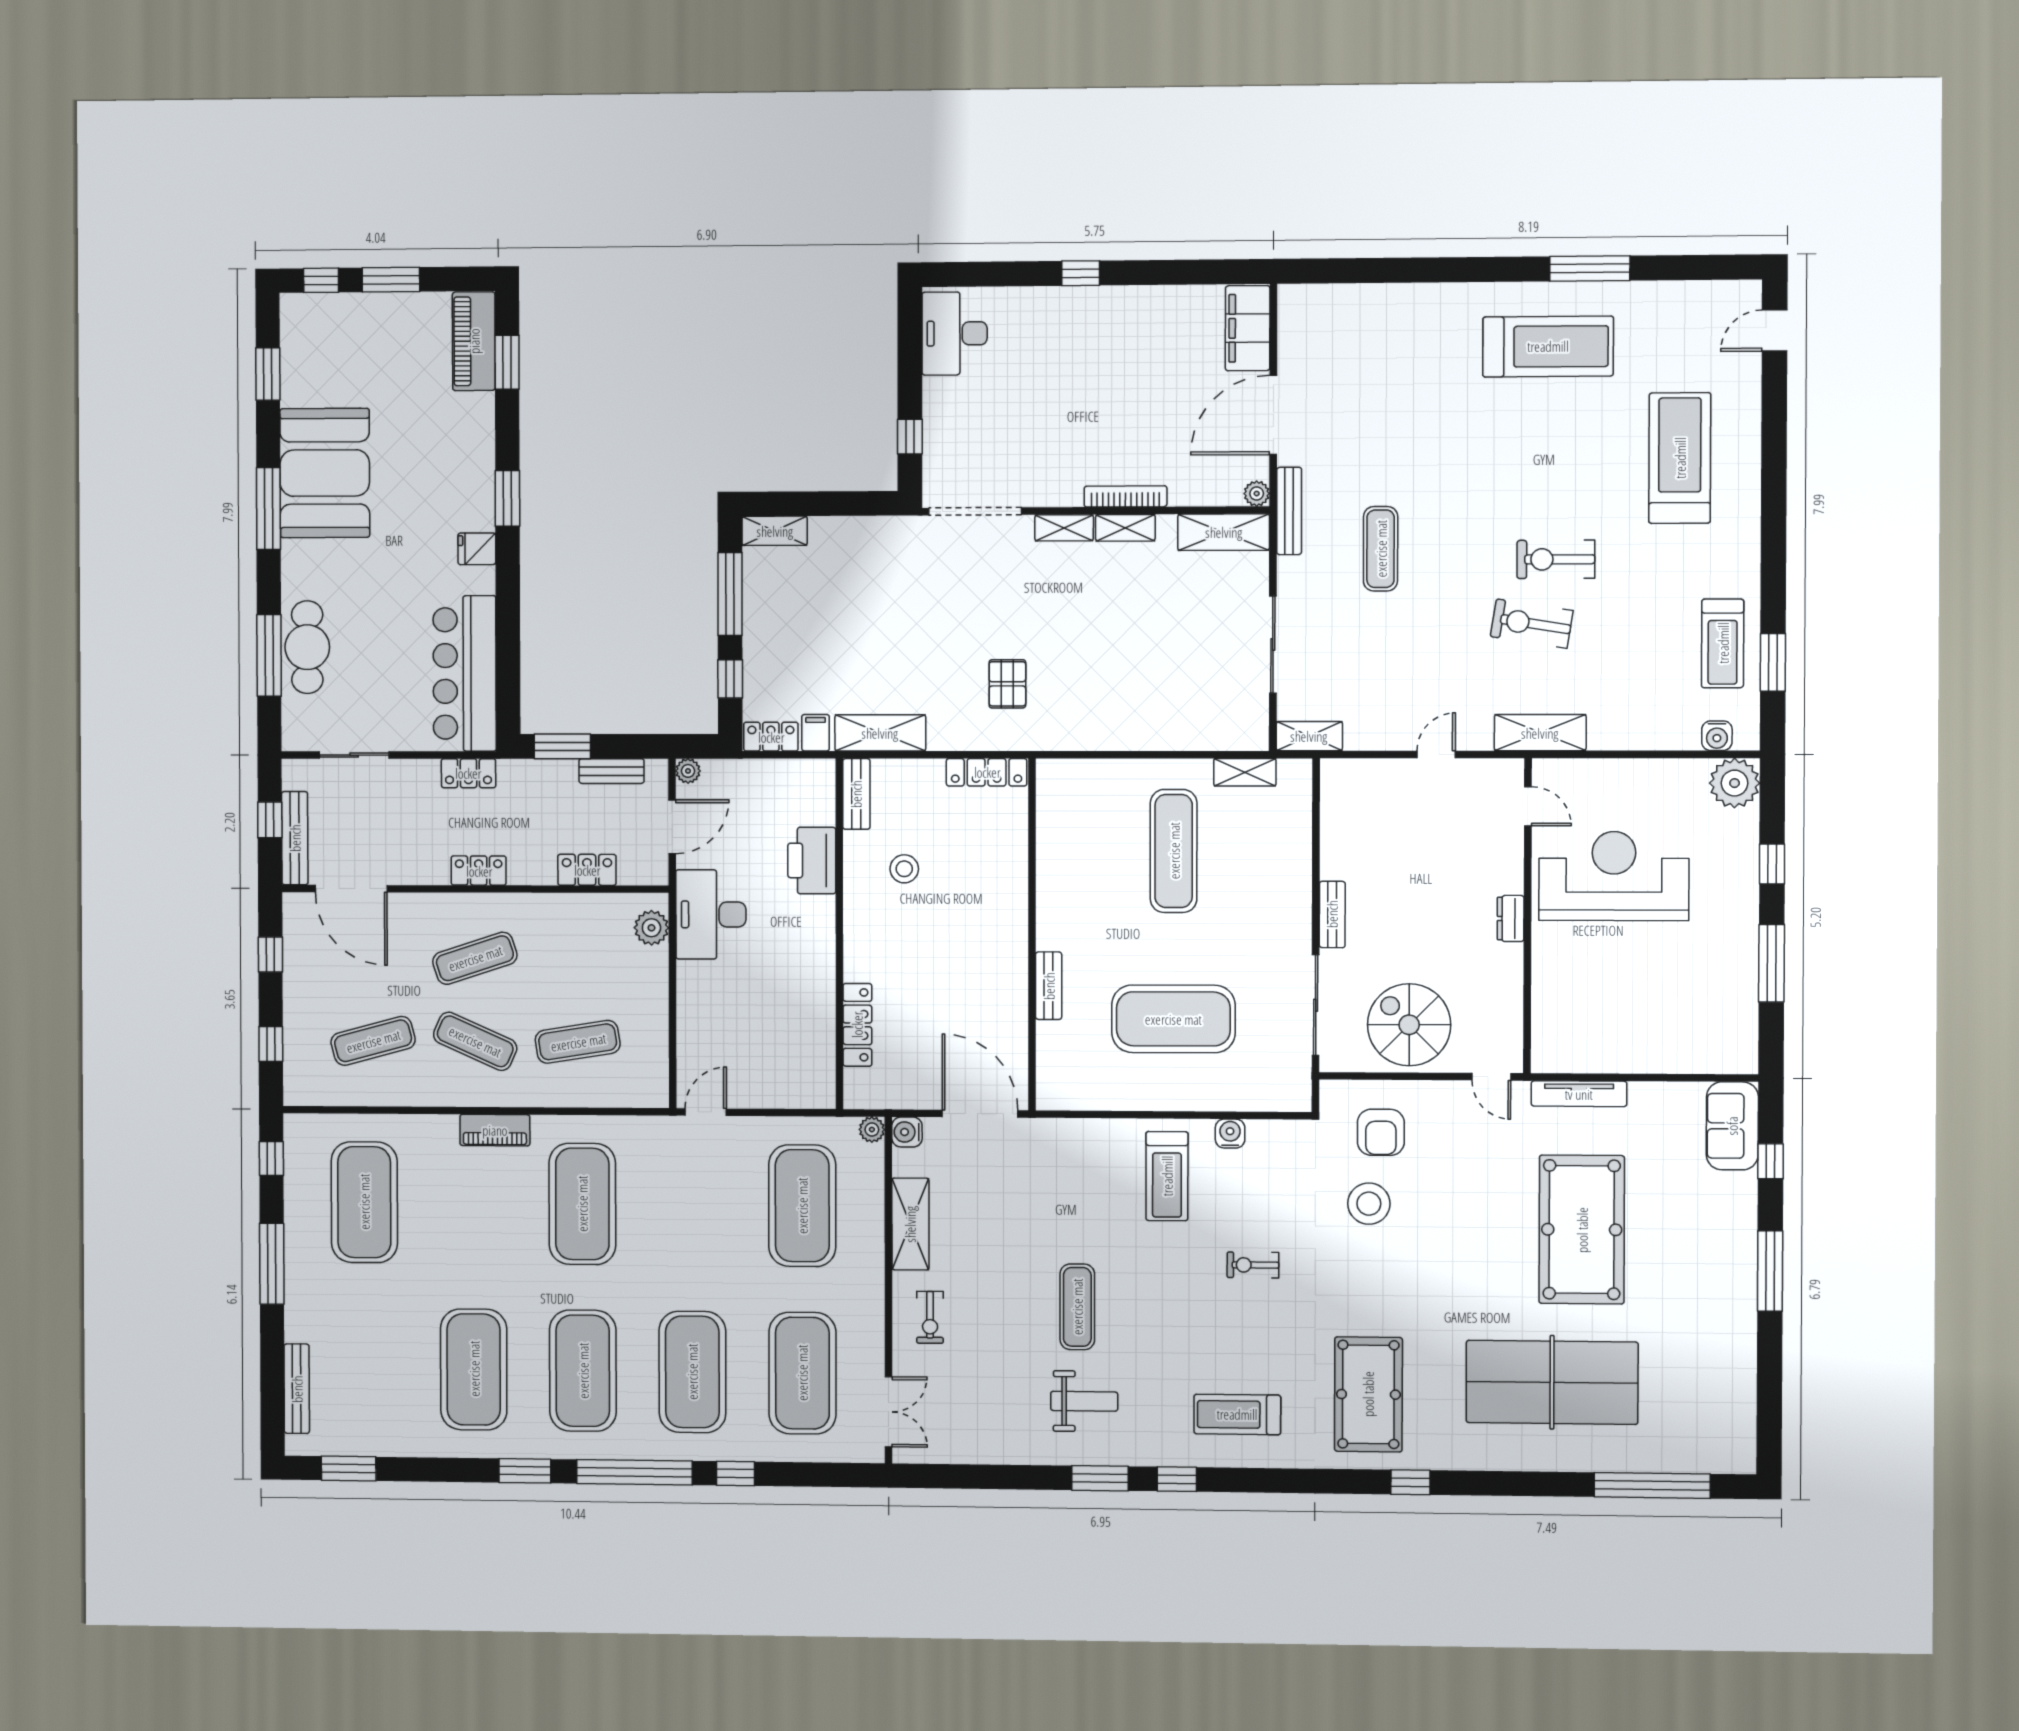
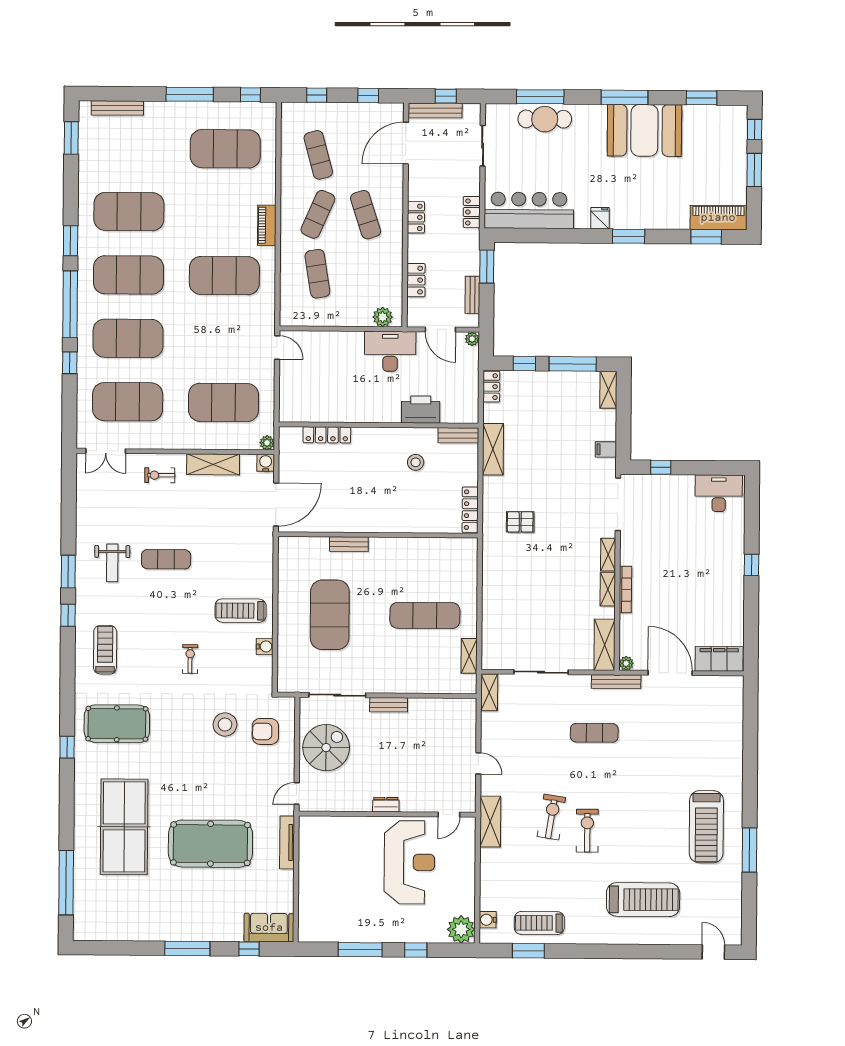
filing cabinet: (816, 733) -> (606, 449), moved, turned 180

